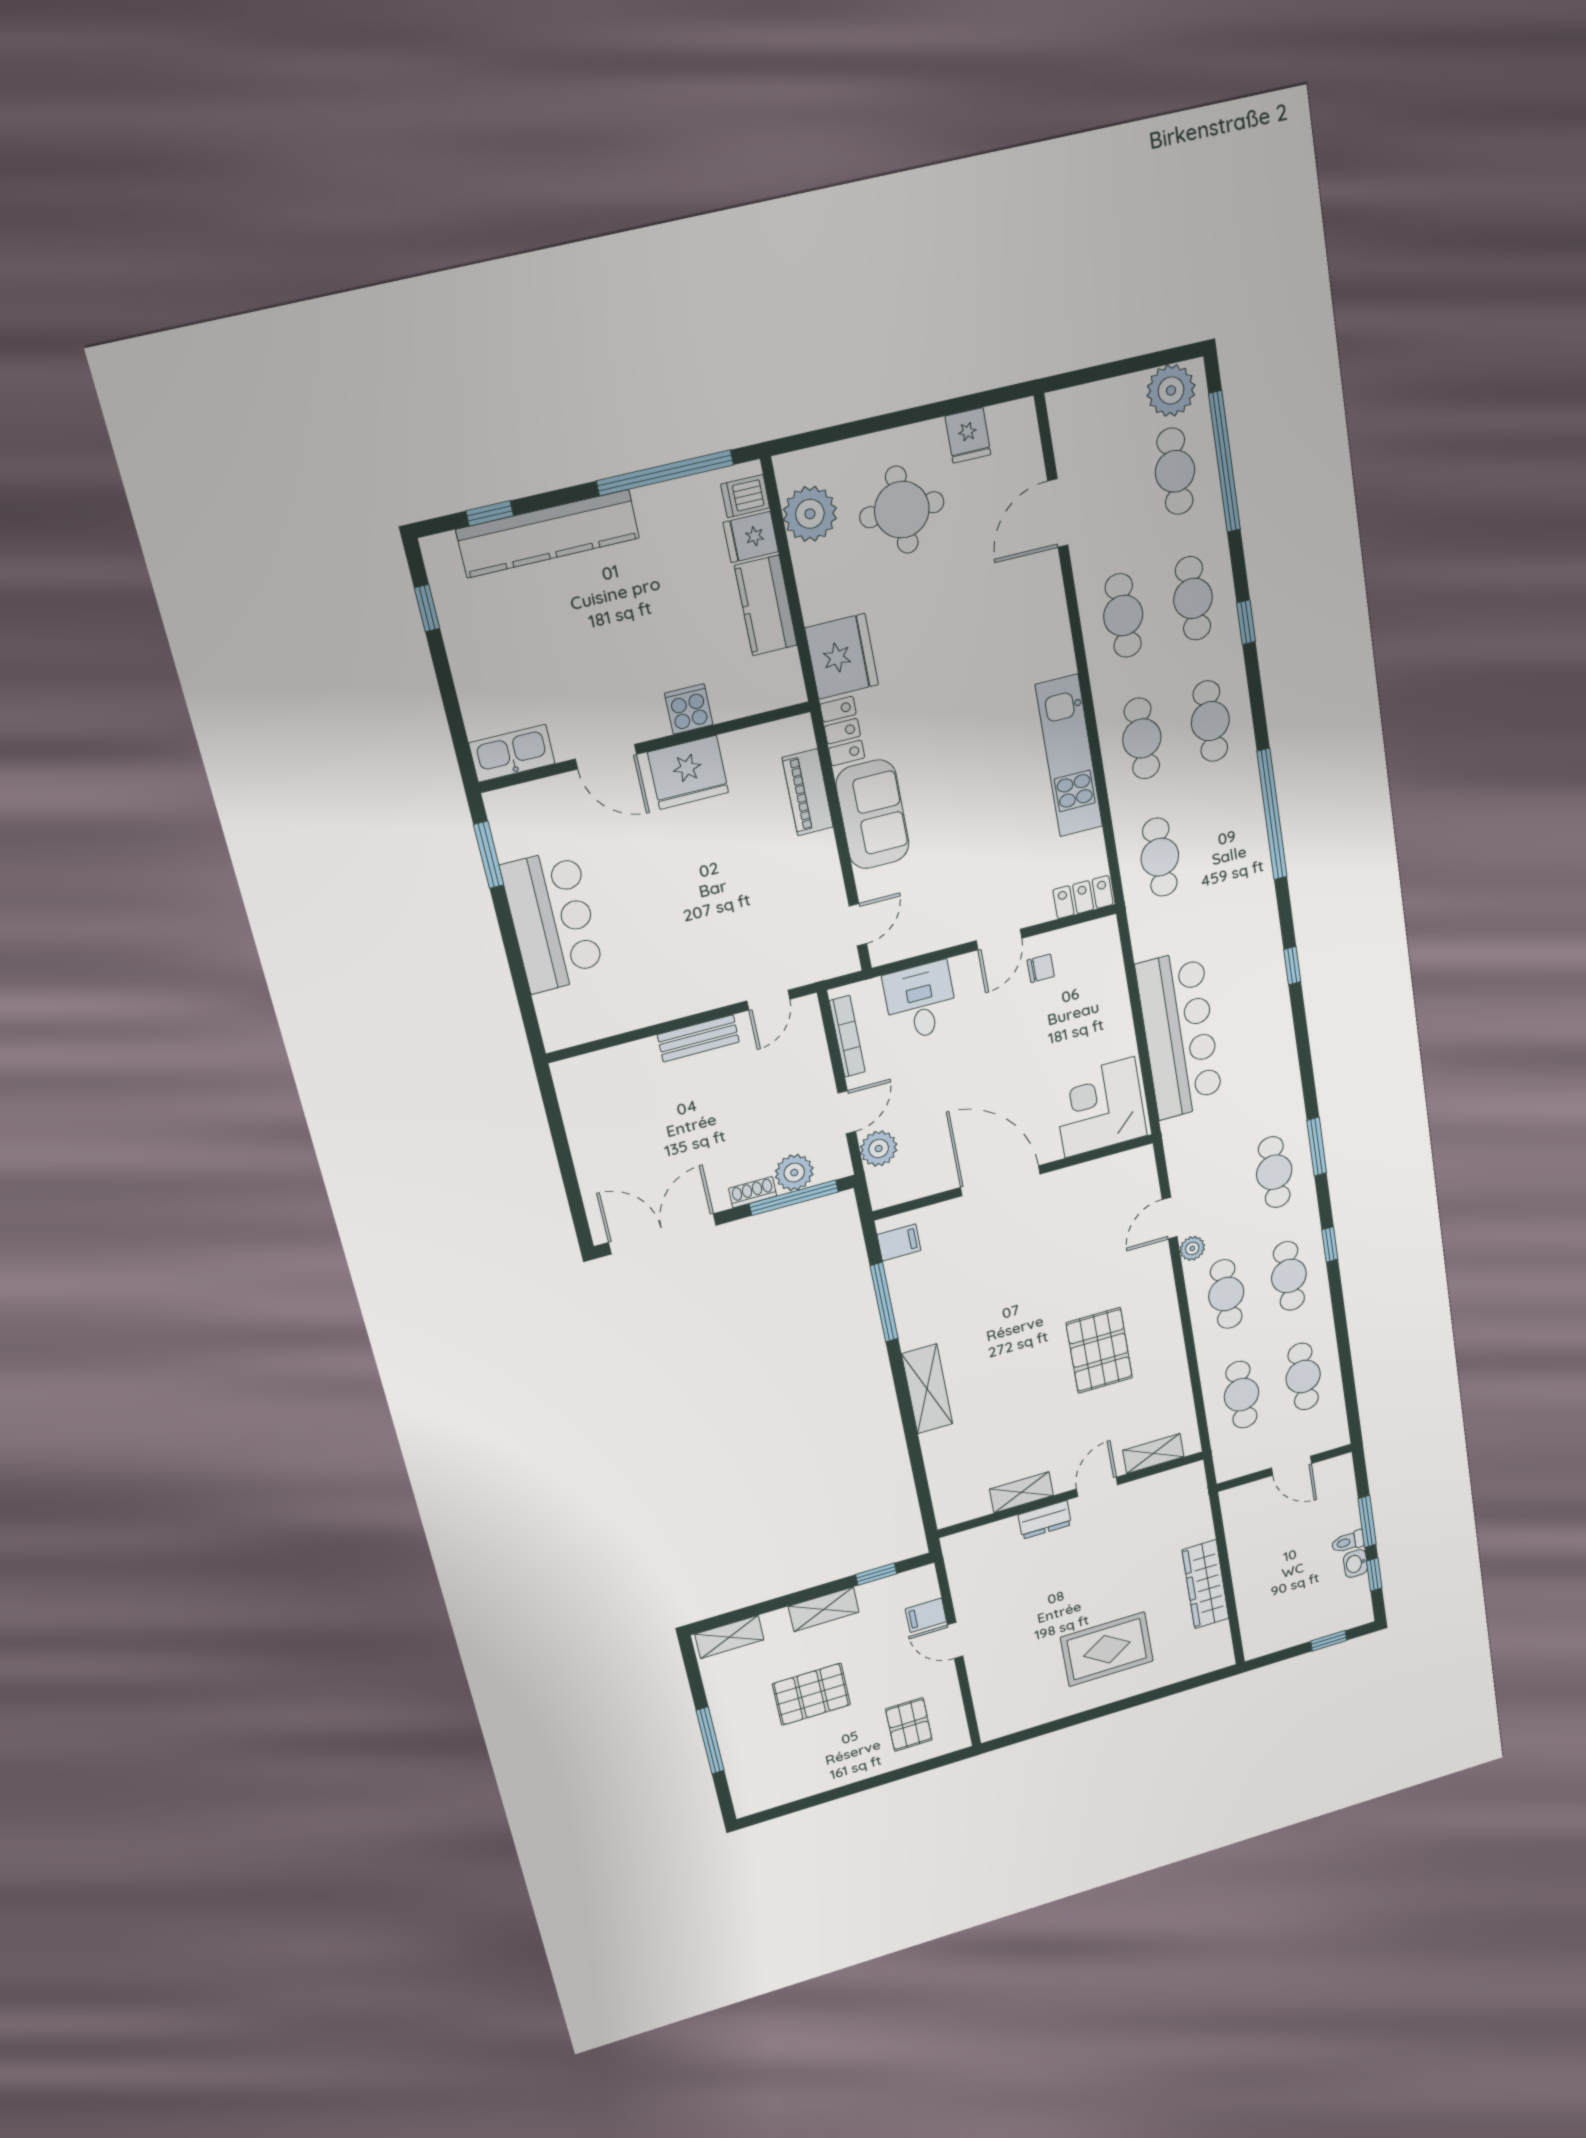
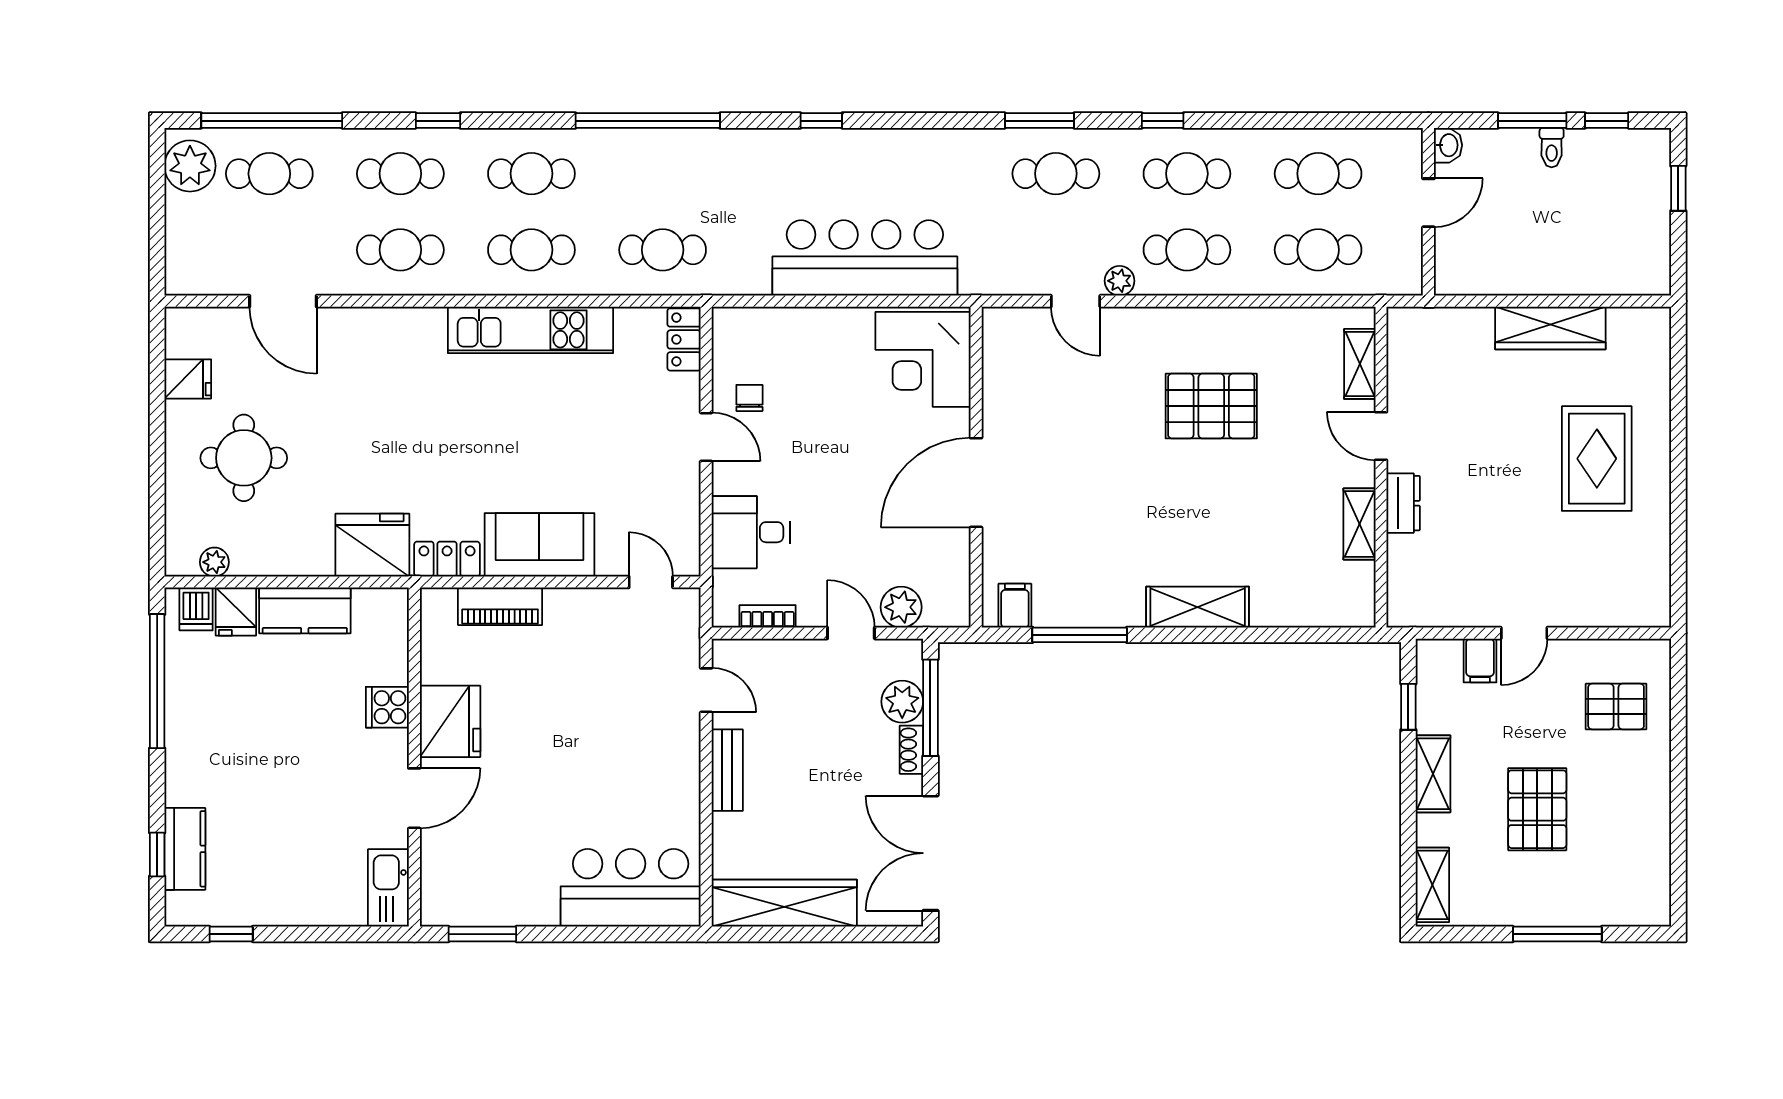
plant: (810, 514) -> (214, 562), width x0.53, depth x0.53
kitchen counter: (548, 534) -> (185, 849), width x0.48, depth x0.86
bar counter: (553, 921) -> (631, 888), moved
bookcase: (847, 1036) -> (768, 616), width x0.64
wardrobe: (586, 1121) -> (784, 903), added
washbasin: (1355, 1564) -> (1448, 145), moved, turned -90

